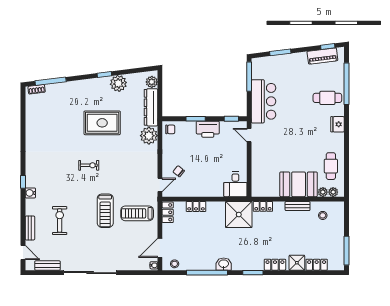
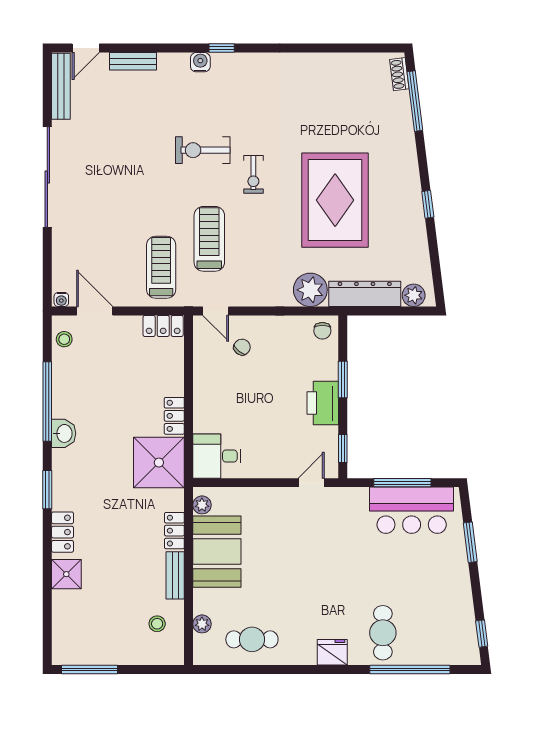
piano: (322, 56) -> (463, 623), removed
window: (249, 77) -> (402, 483), moved
plant: (118, 83) -> (411, 231), removed
bar counter: (264, 101) -> (412, 510), moved
rug: (102, 123) -> (335, 200), width x1.37, depth x1.44
booth: (299, 184) -> (217, 552), moved
plant: (333, 192) -> (202, 505), moved
locker: (196, 206) -> (174, 416), moved
locker: (263, 206) -> (174, 531), moved
treadmill: (105, 211) -> (209, 239), moved, turned 90
exercise bike: (60, 220) -> (203, 150), moved, turned 180
bench: (47, 265) -> (61, 86), width x1.36
locker: (317, 265) -> (63, 612), removed

